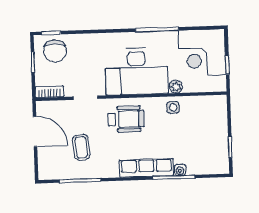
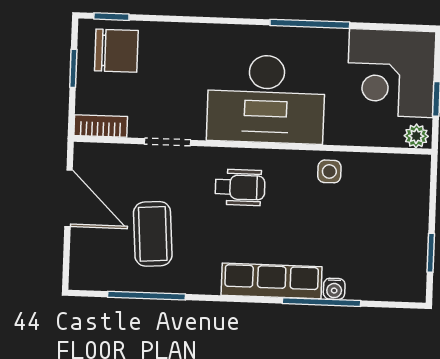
chair: (55, 51) -> (116, 51), turned -90
plant: (176, 87) -> (416, 136), moved
wheelchair: (126, 119) -> (240, 187), width x0.73, depth x0.73
coffee table: (81, 147) -> (153, 234), width x1.36, depth x1.30

